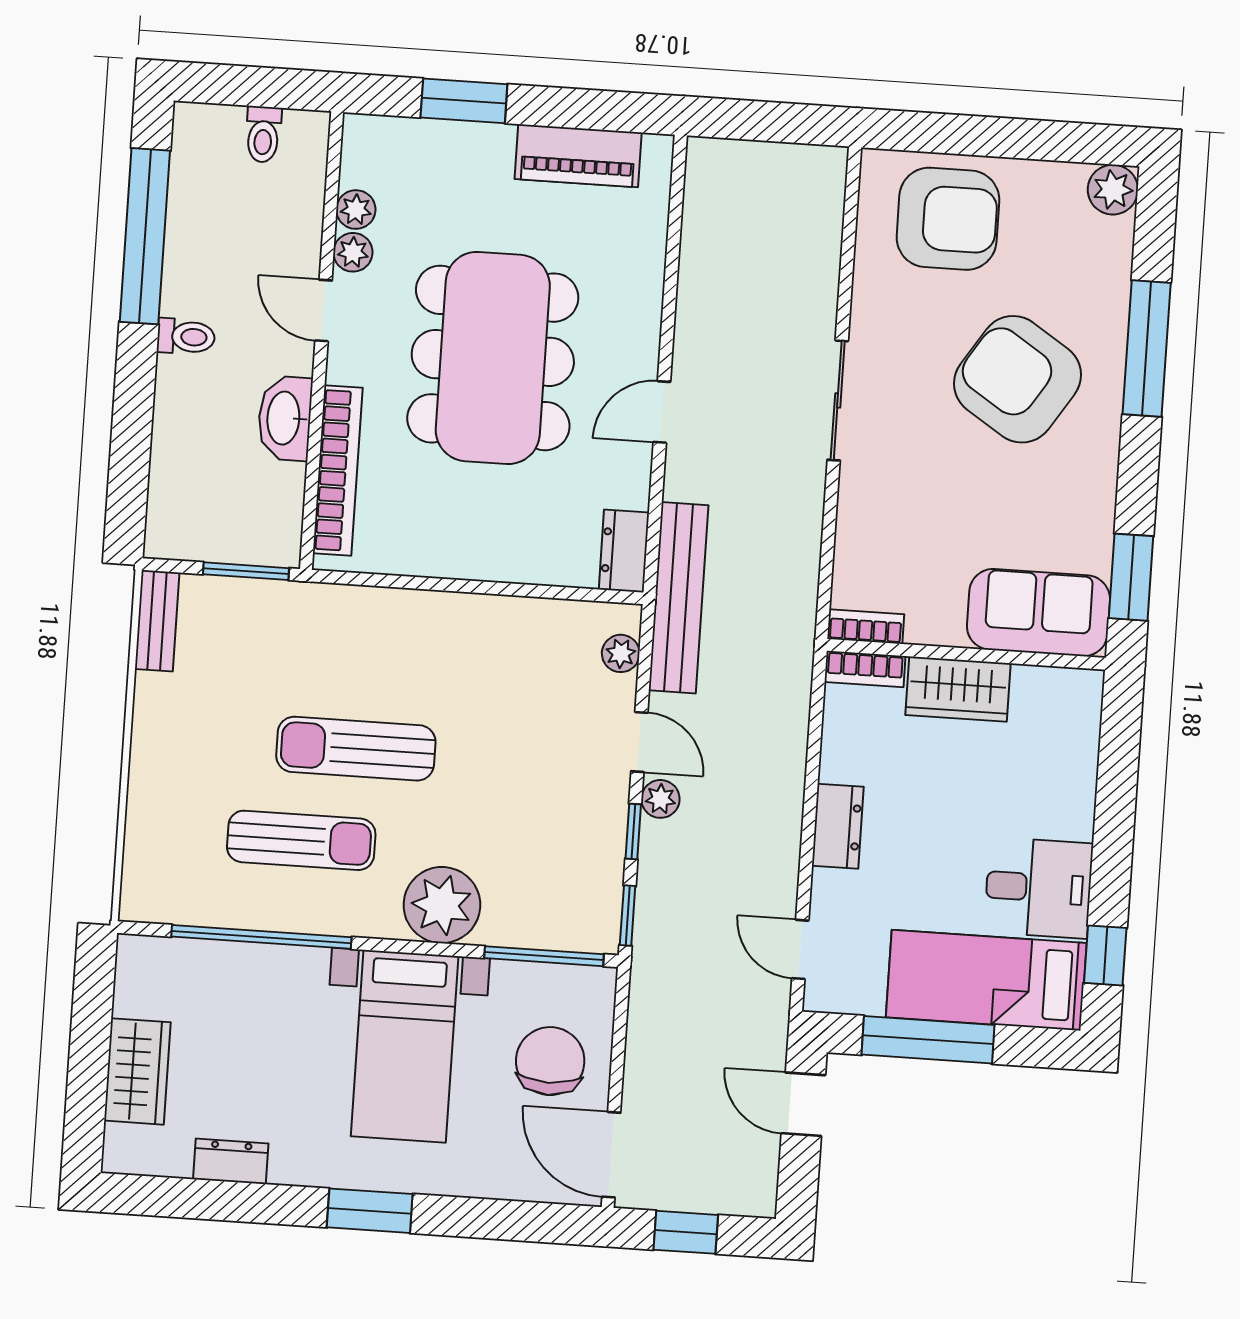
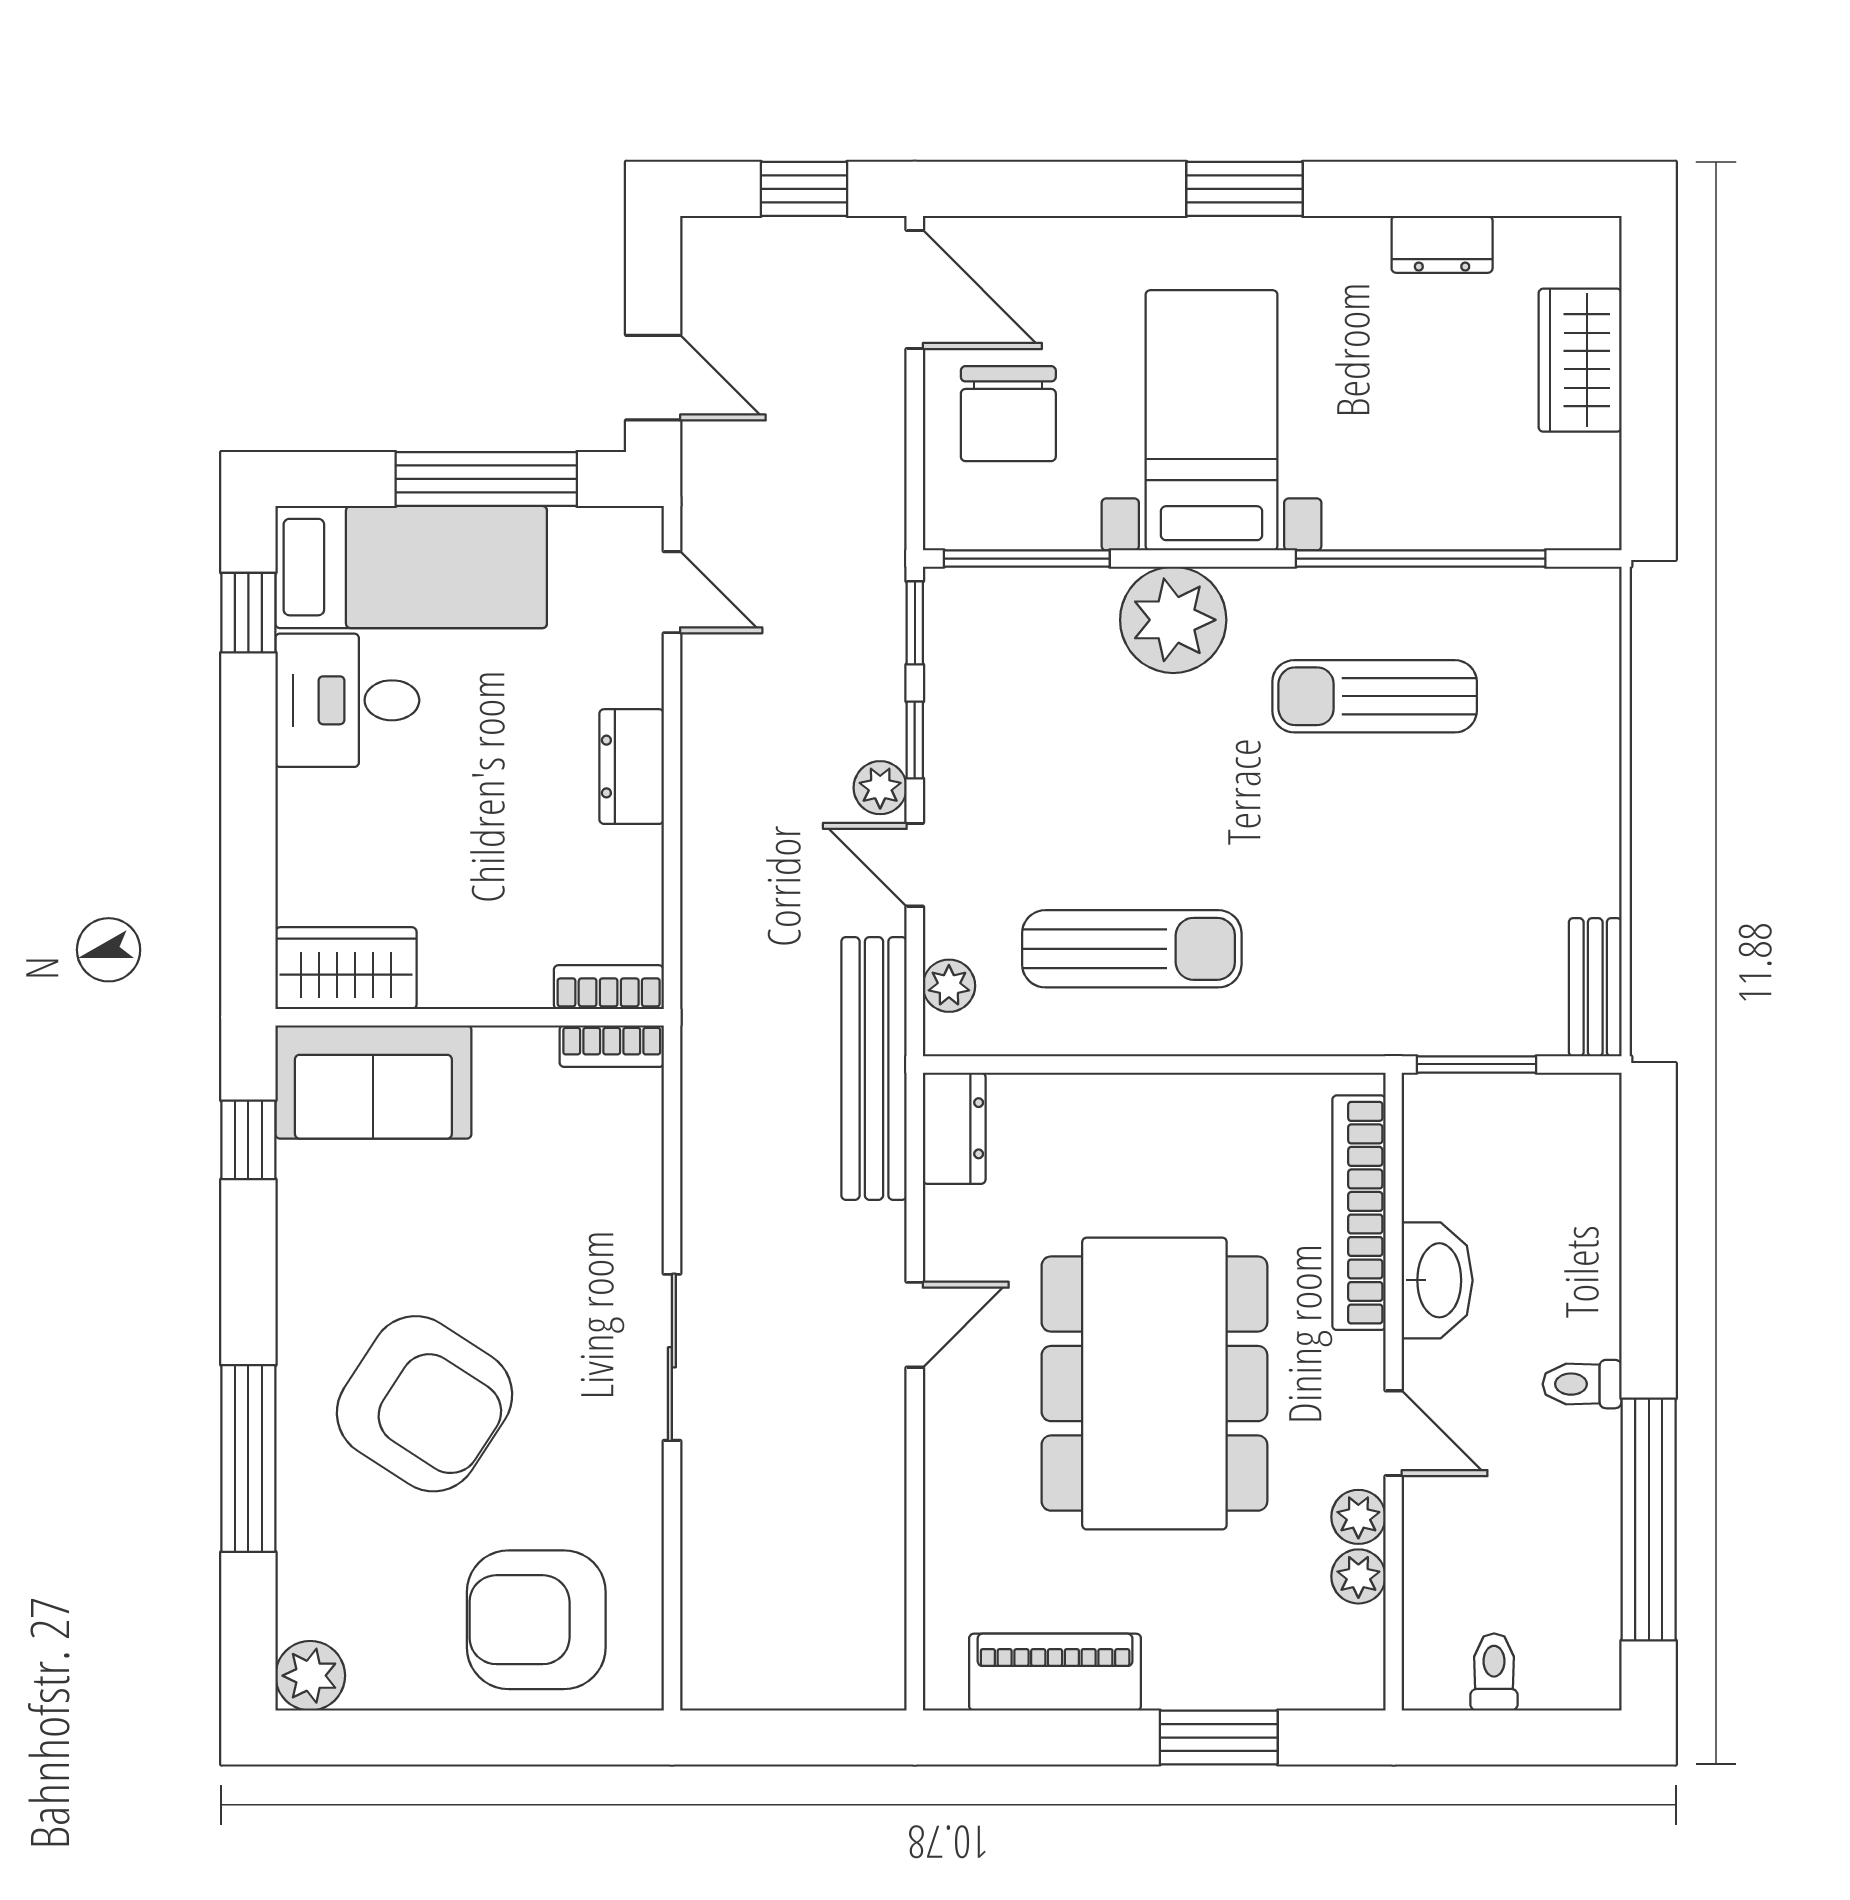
window: (1131, 577) -> (248, 1140), width x0.67
wardrobe: (958, 689) -> (346, 968), moved
sun lounger: (356, 749) -> (1132, 949), moved

